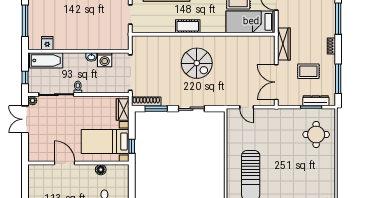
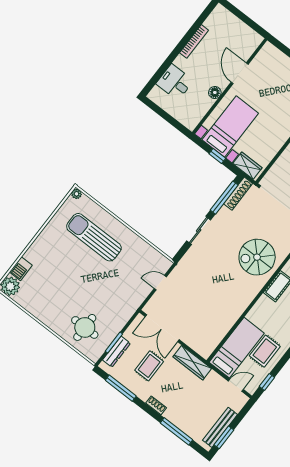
spiral stairs: (197, 63) -> (257, 257), moved
double door: (276, 82) -> (162, 328), swing flipped
window: (156, 109) -> (224, 198), width x1.44
window: (132, 146) -> (217, 156), moved
door: (65, 163) -> (240, 73), swing flipped
floor lamp: (101, 170) -> (215, 92), moved

